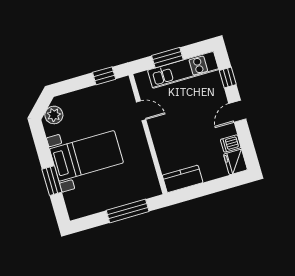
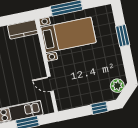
window: (104, 76) -> (99, 108), moved
bed with nightstands: (86, 156) -> (68, 35), moved, turned 180

